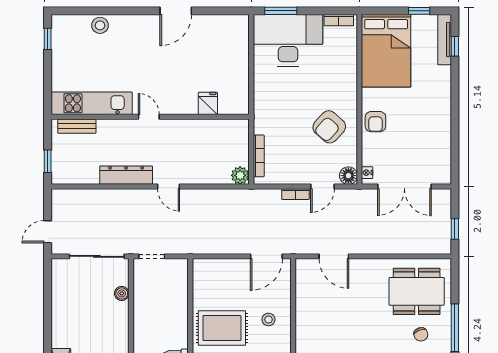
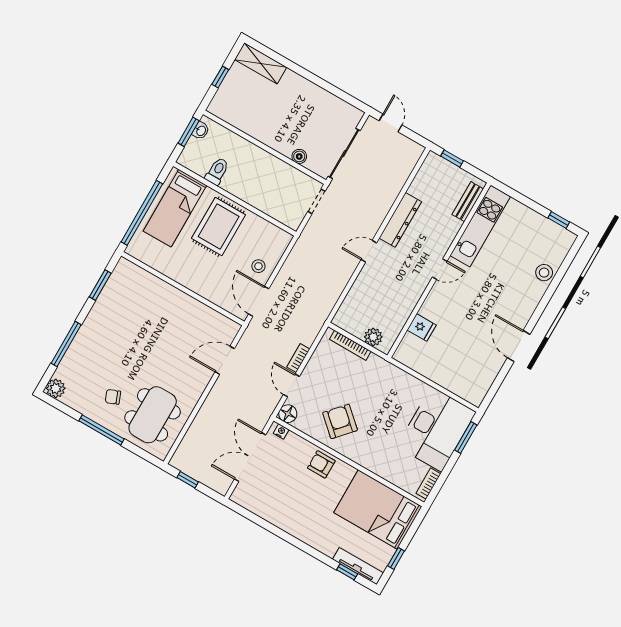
plant: (240, 175) -> (373, 337), moved
stool: (268, 319) -> (258, 266), moved

